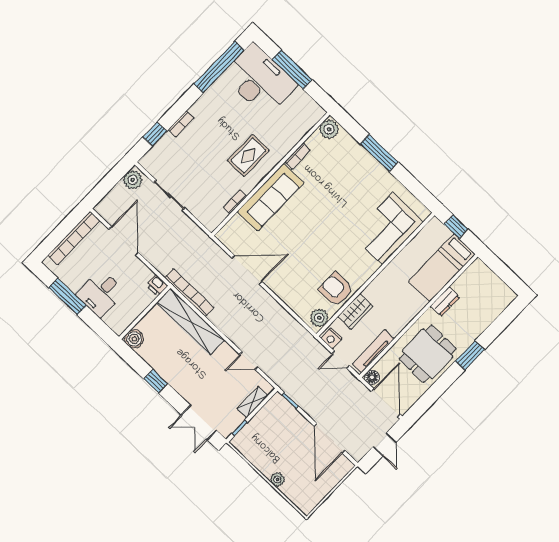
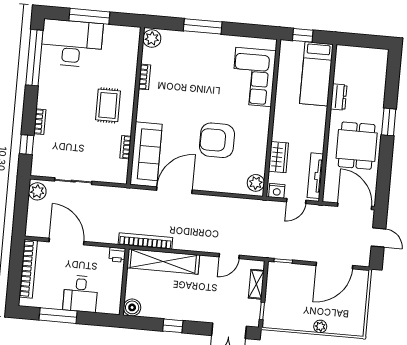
sofa: (270, 197) -> (146, 154), moved
armchair: (336, 289) -> (217, 140), moved, width x1.36, depth x1.36
floor lamp: (372, 377) -> (329, 196), removed
door: (330, 438) -> (334, 265), hinge flipped

